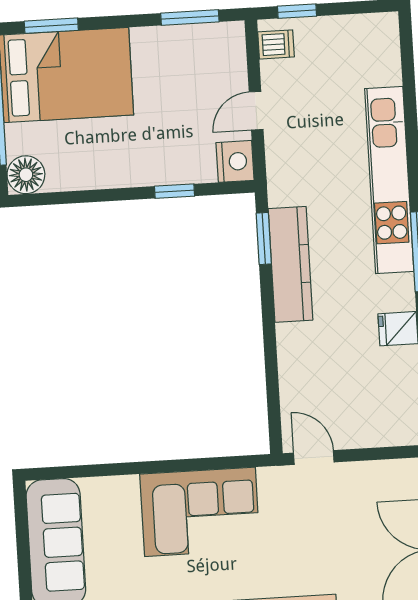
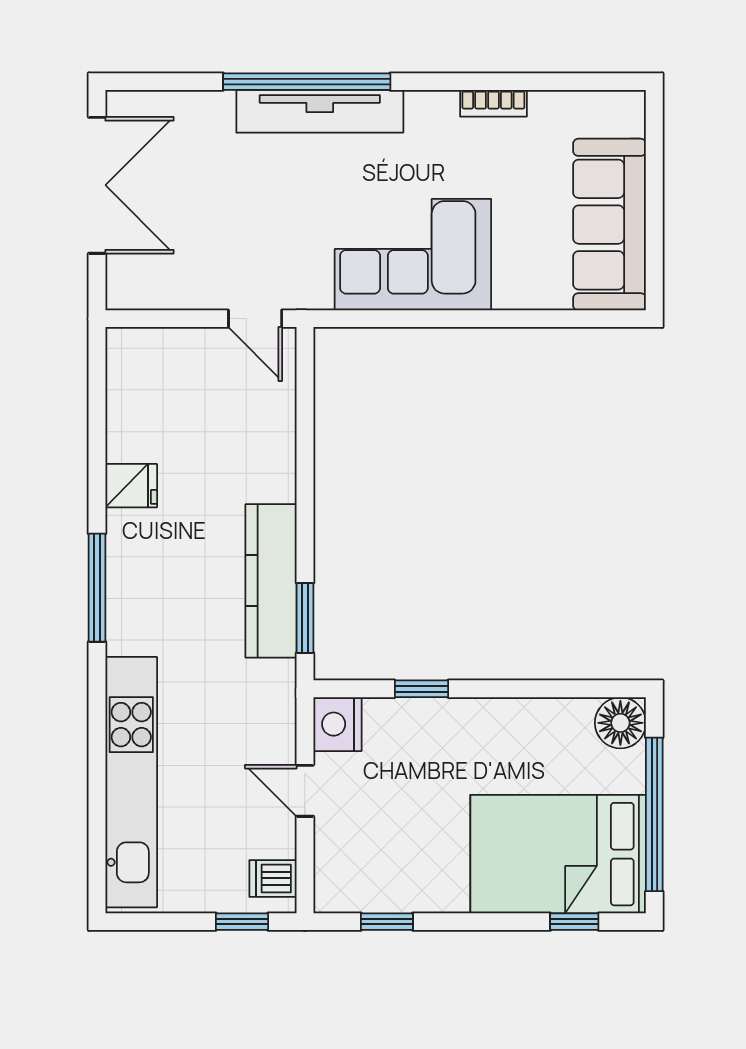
window: (190, 17) -> (387, 922), width x0.67
window: (51, 26) -> (574, 922), width x0.67
door: (256, 111) -> (305, 791), swing flipped
kitchen unit: (389, 180) -> (131, 782), moved

